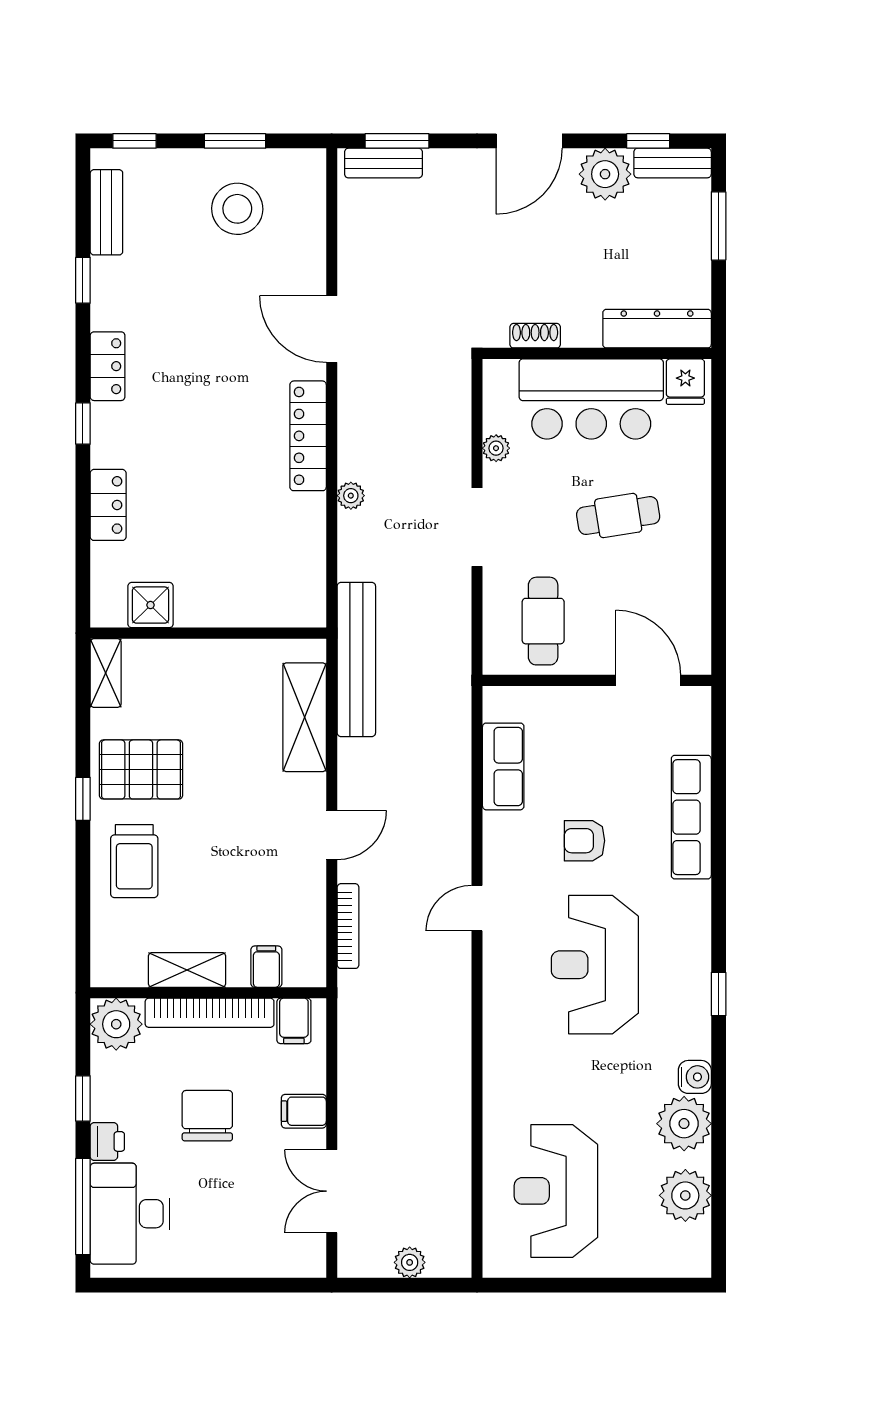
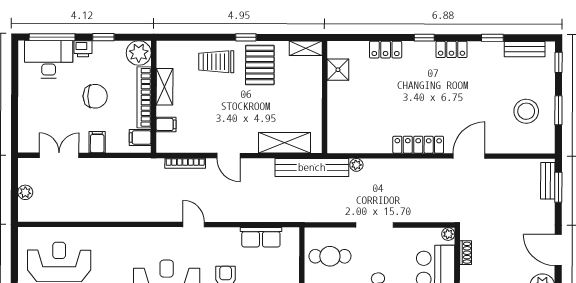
plant: (496, 448) -> (448, 234), moved
plant: (351, 496) -> (356, 165), moved

